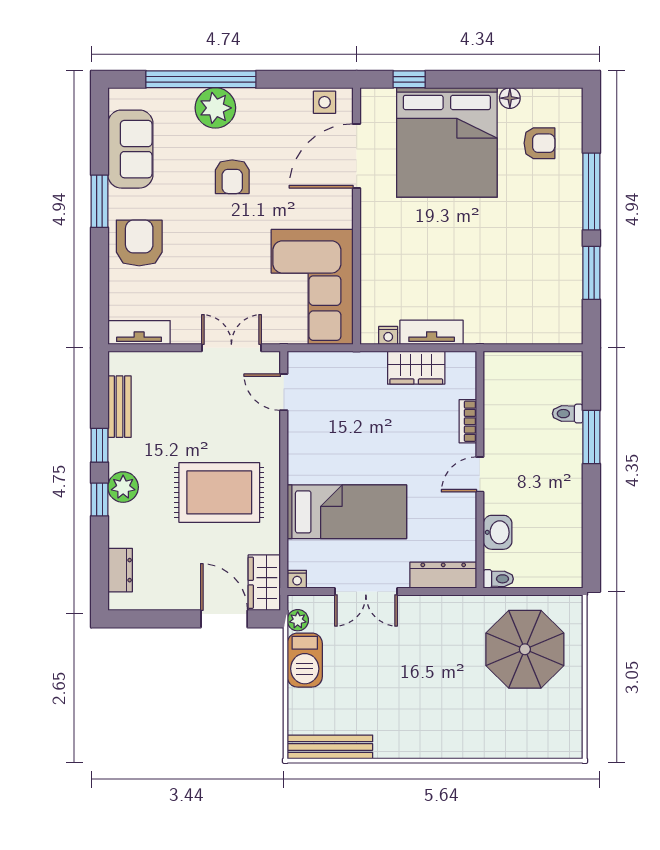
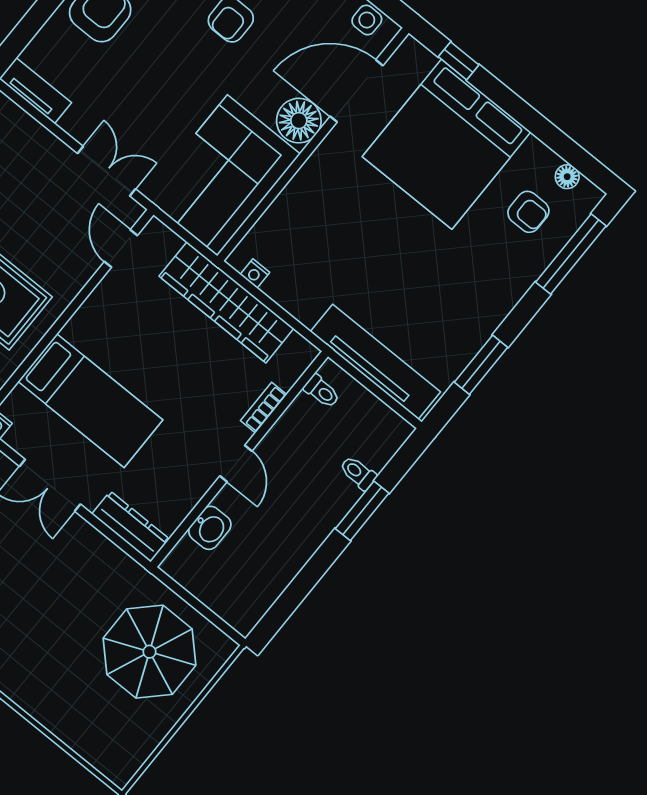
floor lamp: (510, 98) -> (567, 177), moved
window: (591, 191) -> (571, 254), moved
floor lamp: (334, 208) -> (299, 121), added
tv unit: (432, 332) -> (375, 362), moved, width x1.92, depth x1.29
wardrobe: (416, 368) -> (226, 302), width x2.10, depth x1.17
door: (480, 474) -> (236, 464), swing flipped
toilet: (498, 579) -> (322, 391), moved

